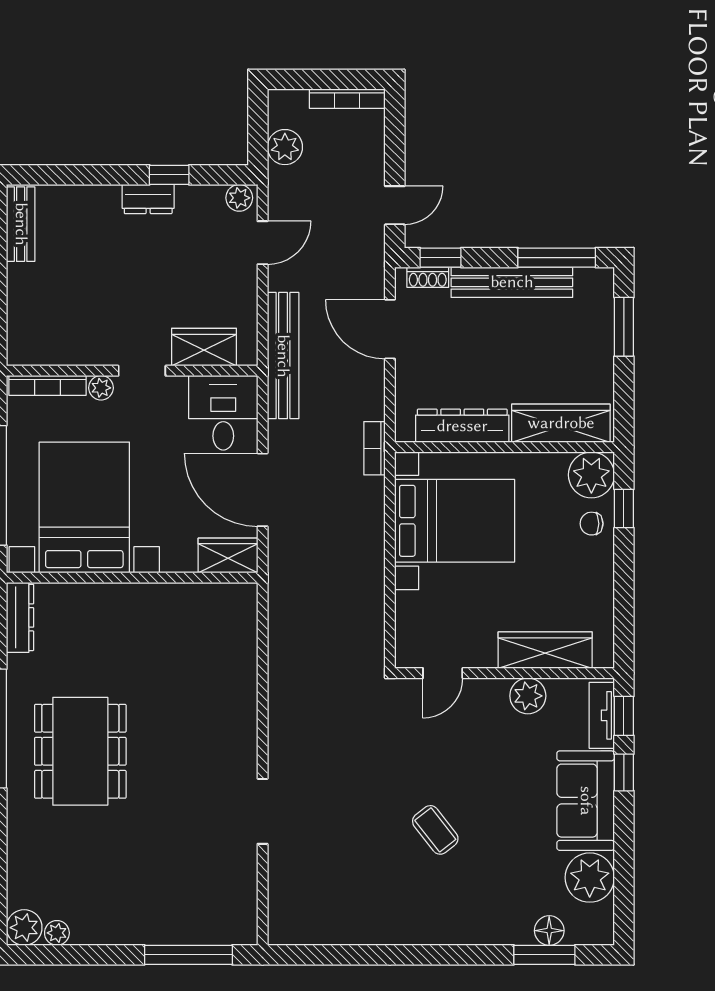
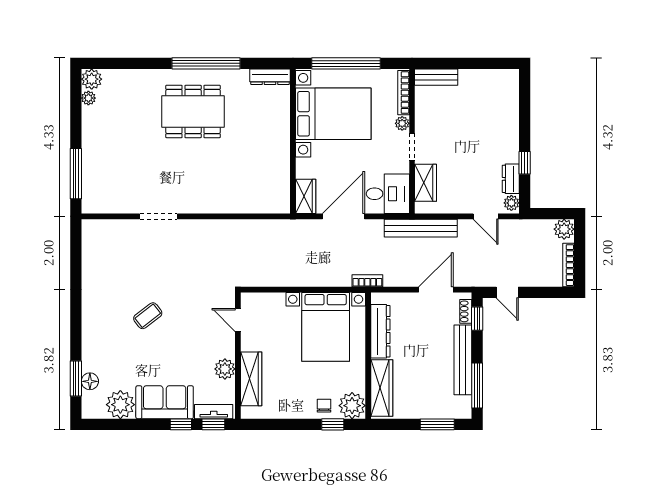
plant: (285, 147) -> (564, 229), moved
dresser: (148, 199) -> (511, 179), moved
bench: (21, 224) -> (436, 77), moved

